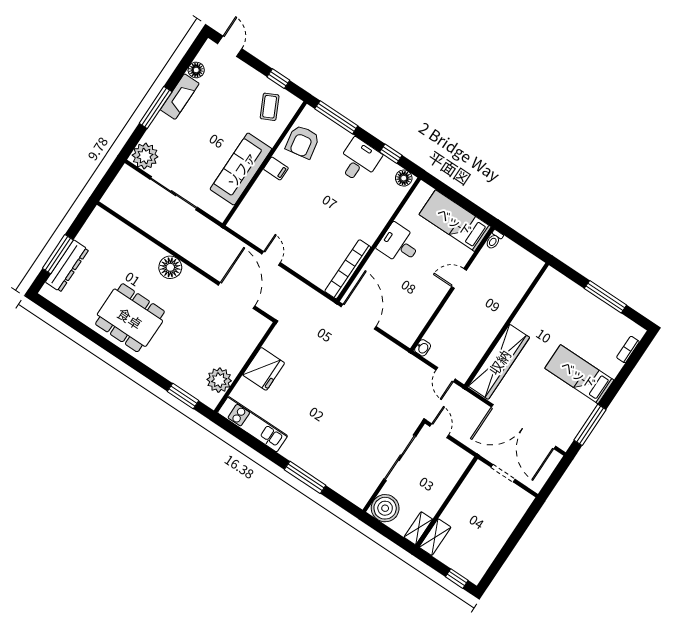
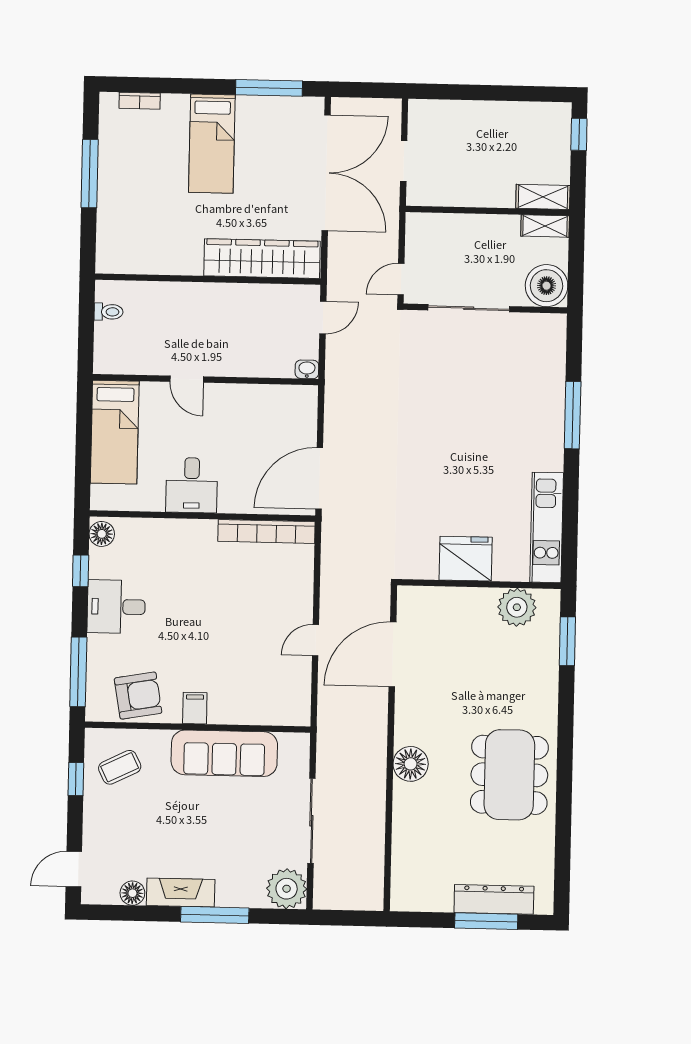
toilet: (494, 240) -> (108, 312), moved

